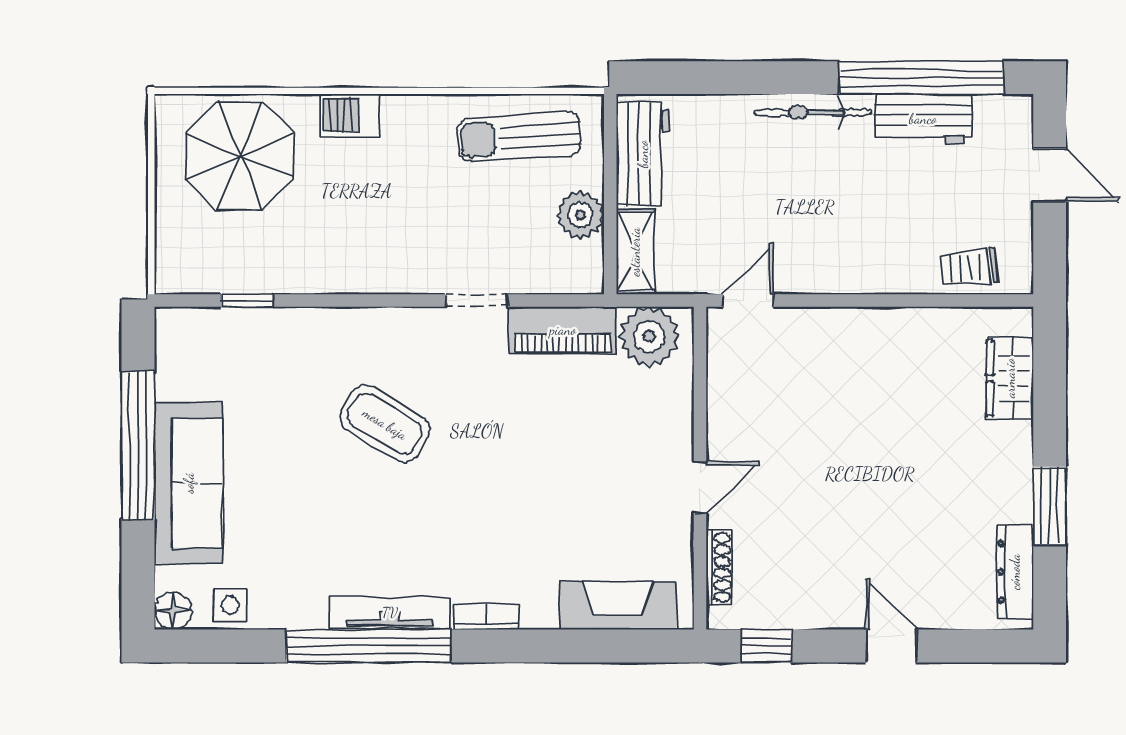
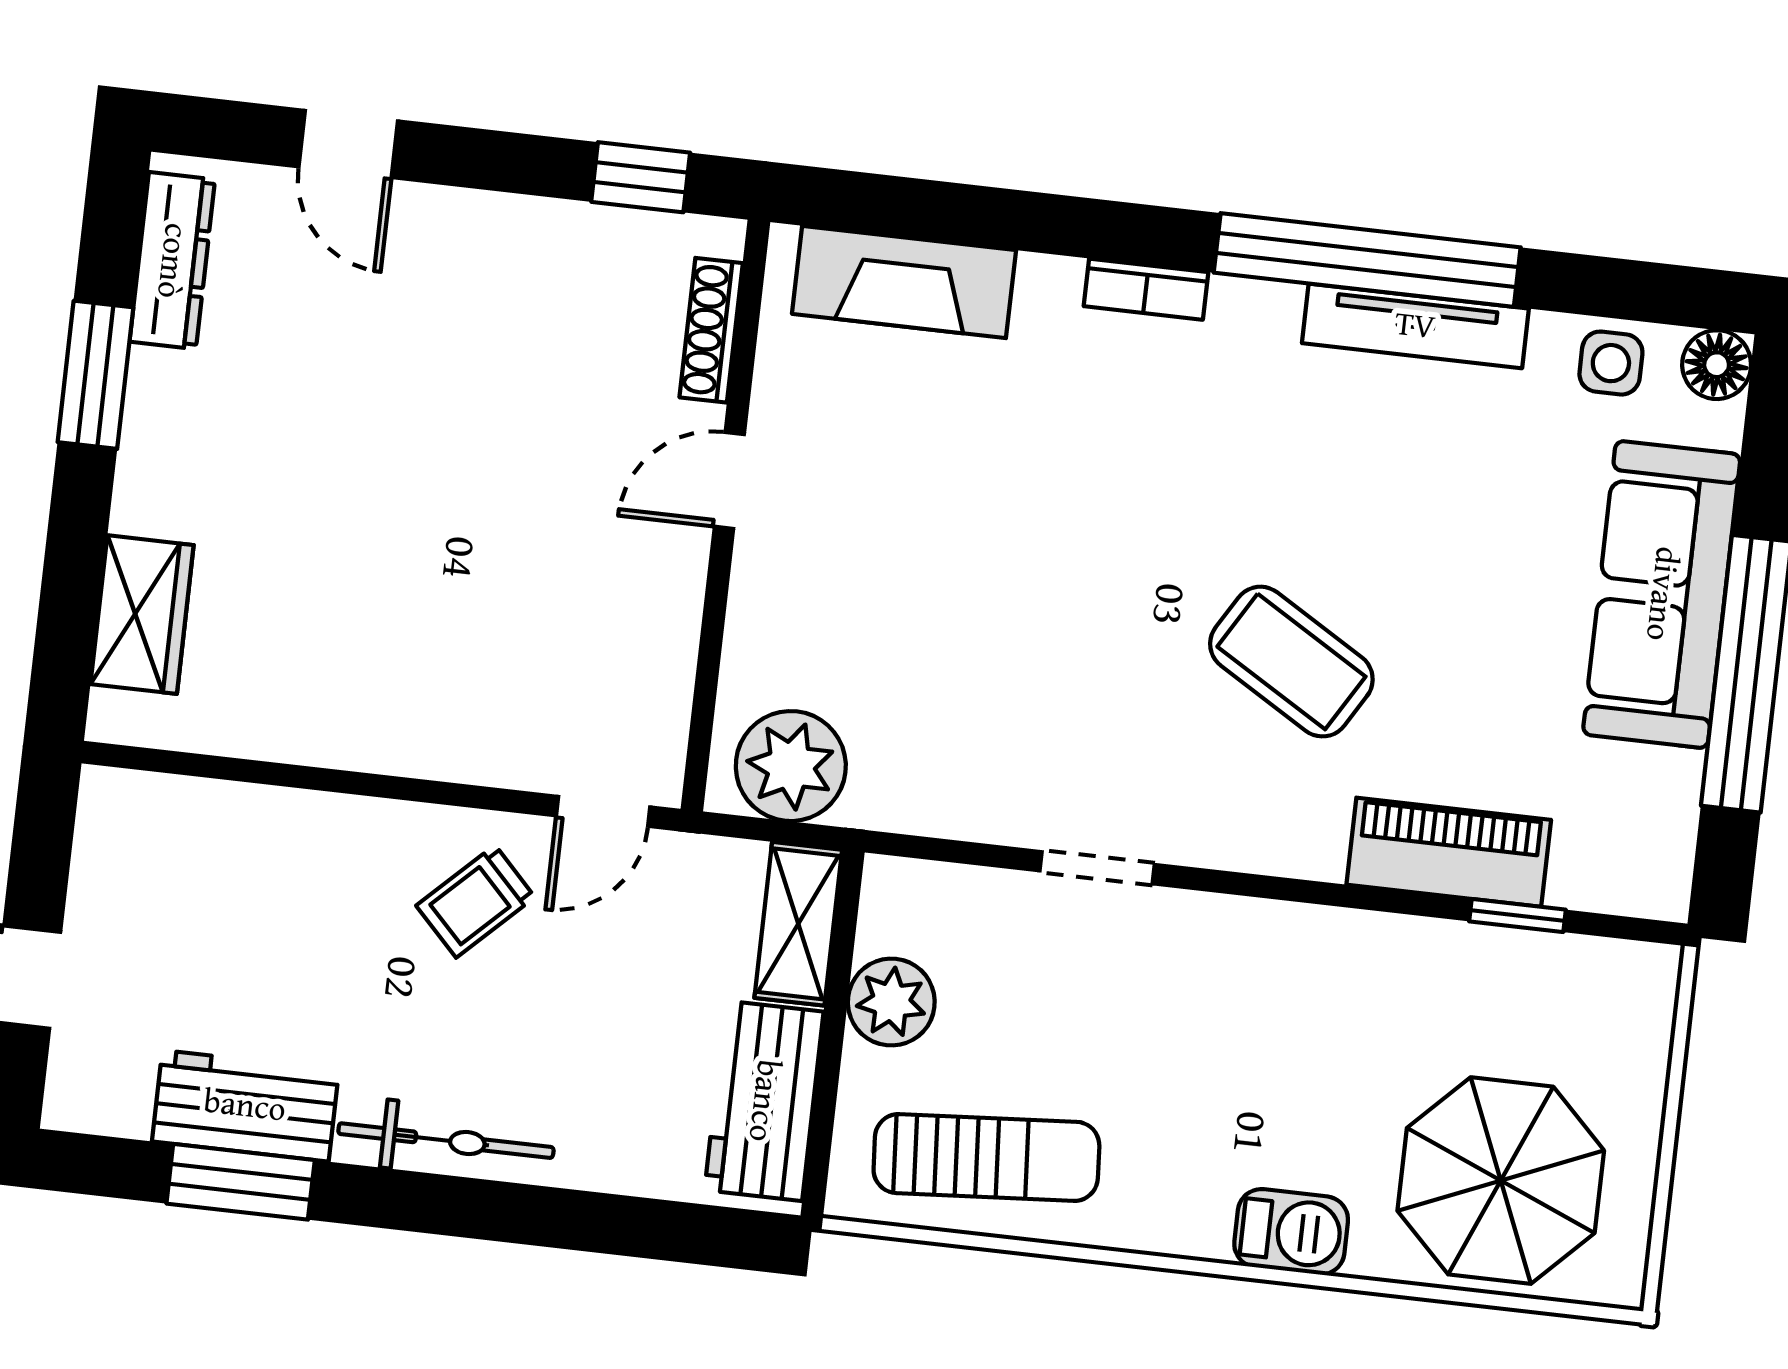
window: (921, 78) -> (241, 1182), width x0.47
trolley: (969, 268) -> (476, 901), moved, turned 142
piano: (563, 330) -> (1449, 852), moved
tv unit: (390, 613) -> (1415, 326), moved
door: (891, 646) -> (348, 144), moved

